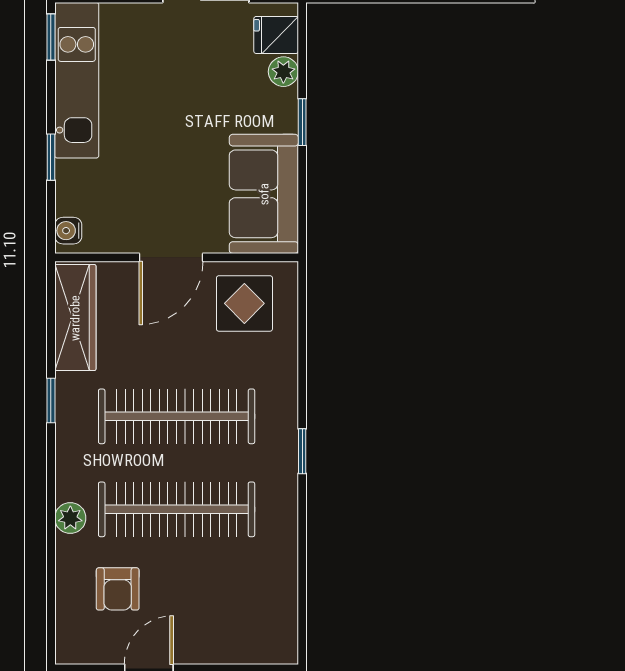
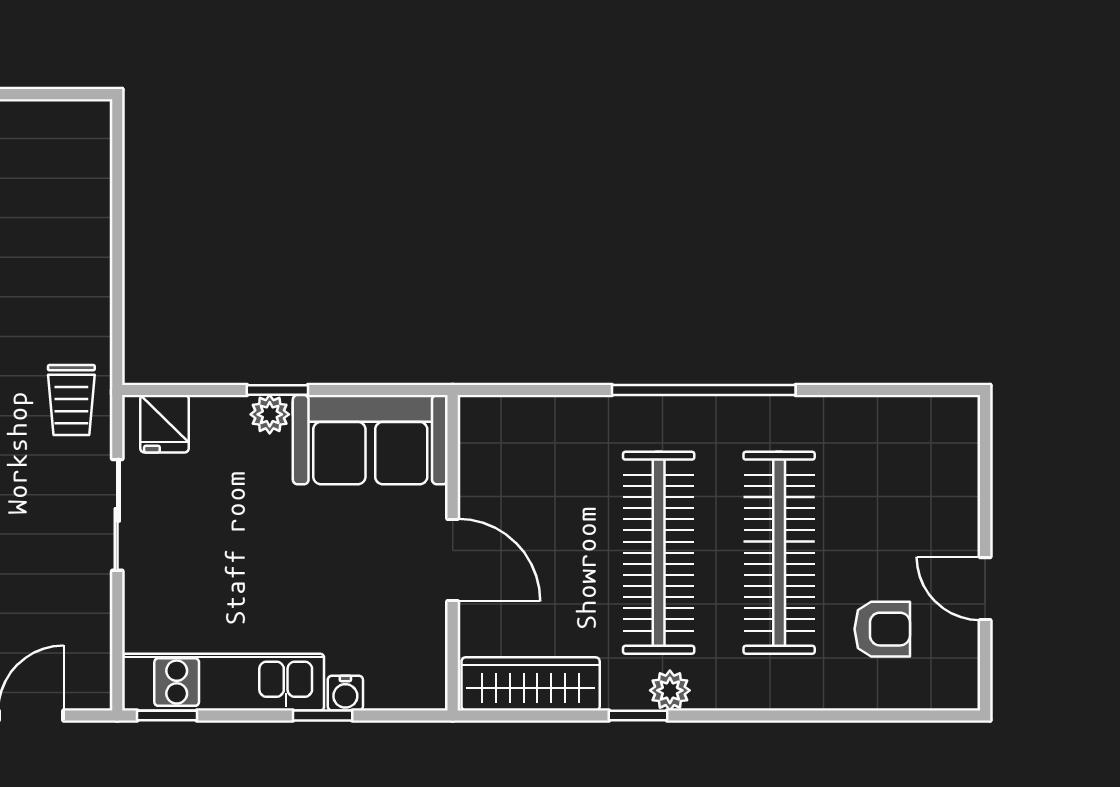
plant: (283, 72) -> (270, 414), moved
water cooler: (68, 231) -> (345, 693), moved
display table: (244, 303) -> (512, 465), removed
window: (302, 451) -> (704, 390), width x3.17
plant: (70, 518) -> (670, 690), moved

